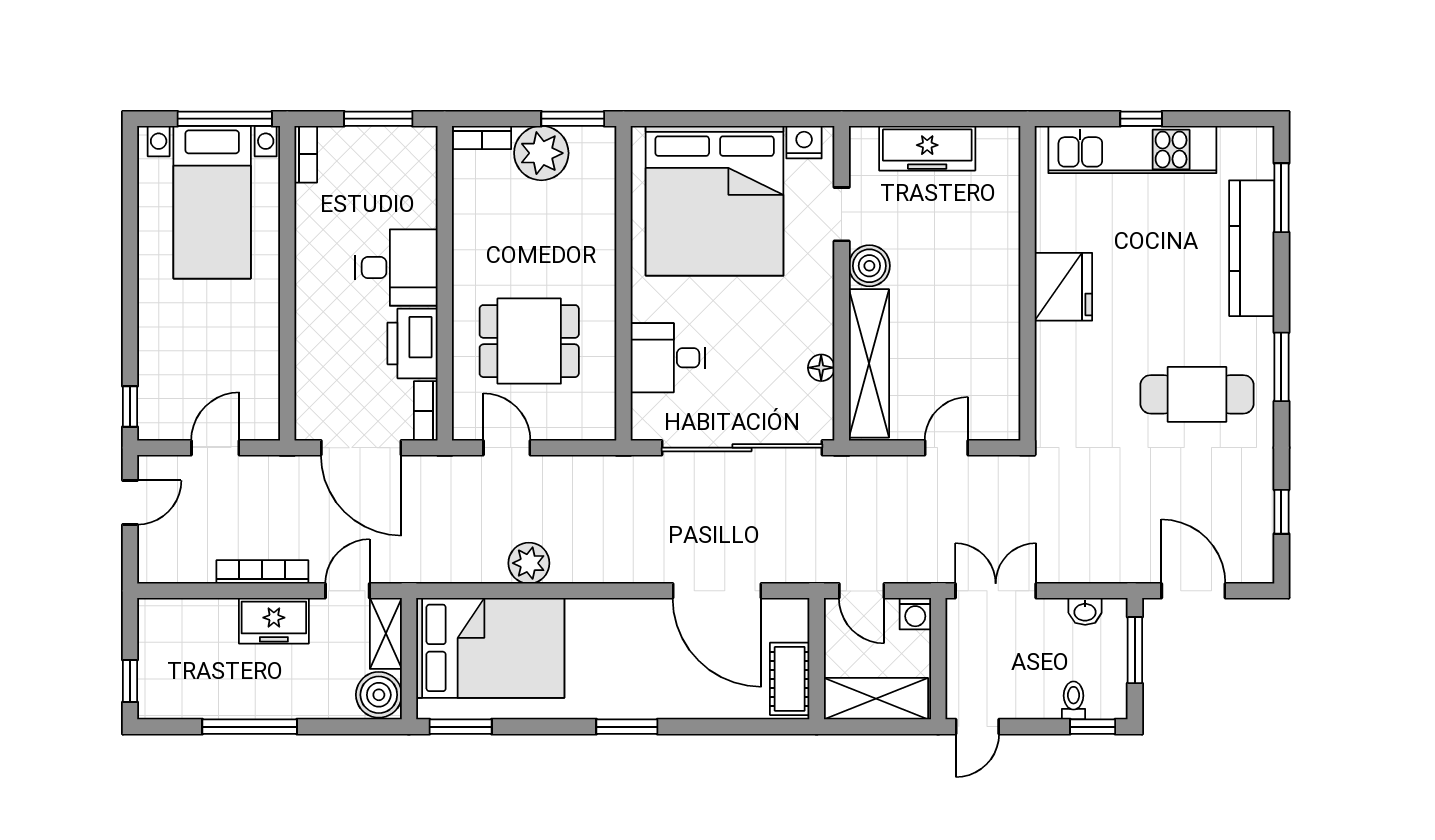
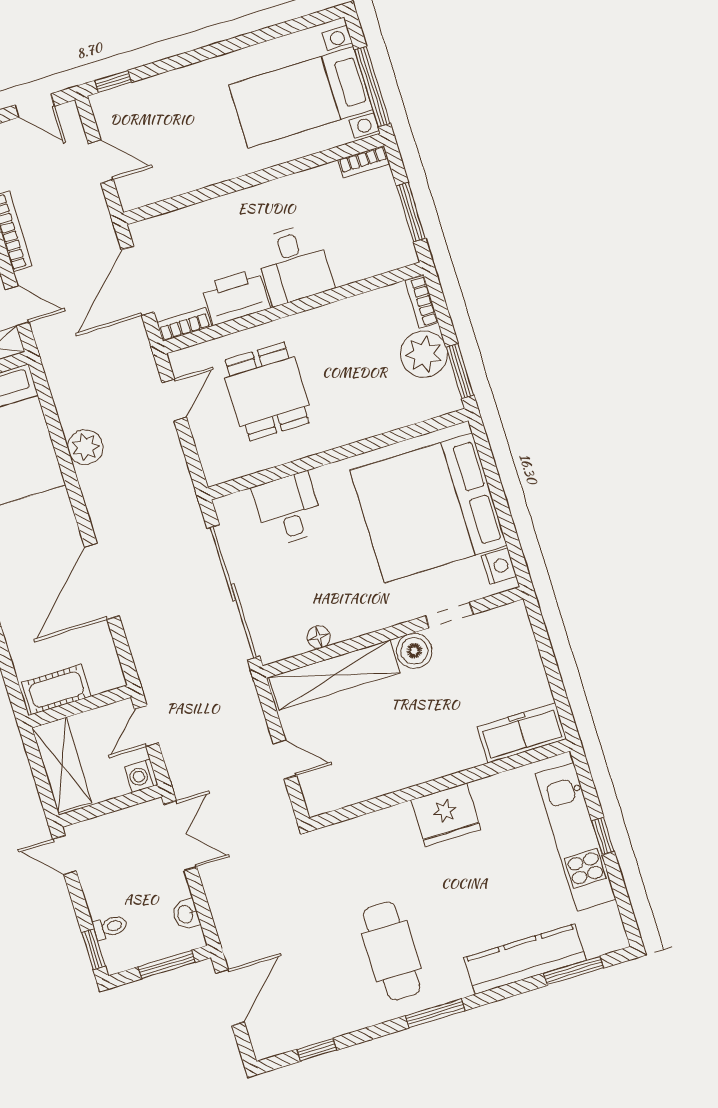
freezer: (927, 148) -> (522, 733), moved, turned 90
door: (717, 591) -> (102, 581), moved

